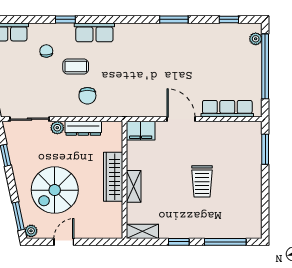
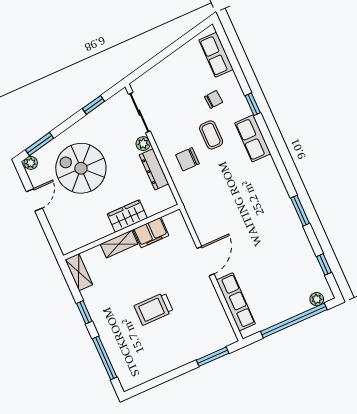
filing cabinet: (141, 131) -> (151, 233), moved, turned -90
wardrobe: (113, 177) -> (127, 216), width x0.67
door: (64, 242) -> (34, 200), hinge flipped

